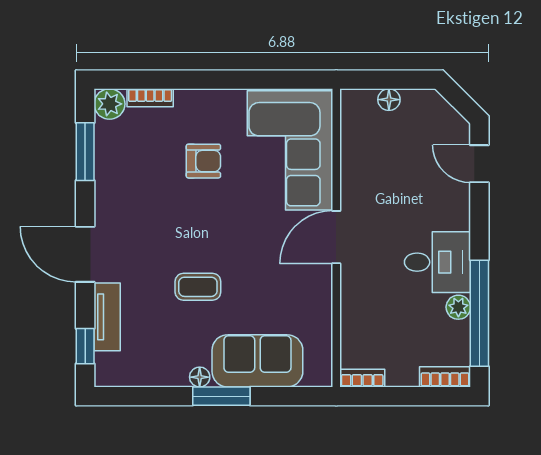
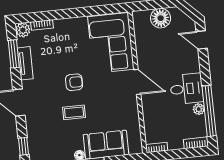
floor lamp: (389, 100) -> (161, 18), width x1.89, depth x1.89
armchair: (203, 161) -> (74, 82), moved
door: (336, 237) -> (137, 82), swing flipped
tv unit: (107, 317) -> (25, 63), moved

